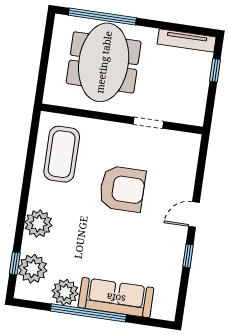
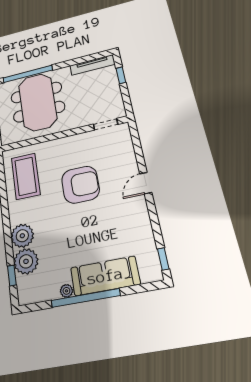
doorway: (148, 123) -> (106, 124), moved
window: (188, 256) -> (163, 259), moved
plant: (33, 269) -> (26, 261), moved
plant: (65, 292) -> (66, 291), width x0.53, depth x0.53

